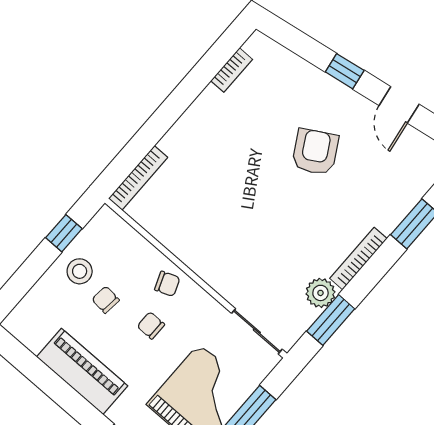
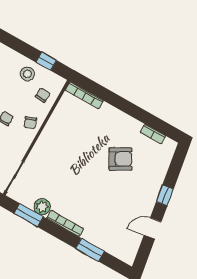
armchair: (315, 152) -> (120, 159), moved
chair: (106, 300) -> (43, 95), moved

